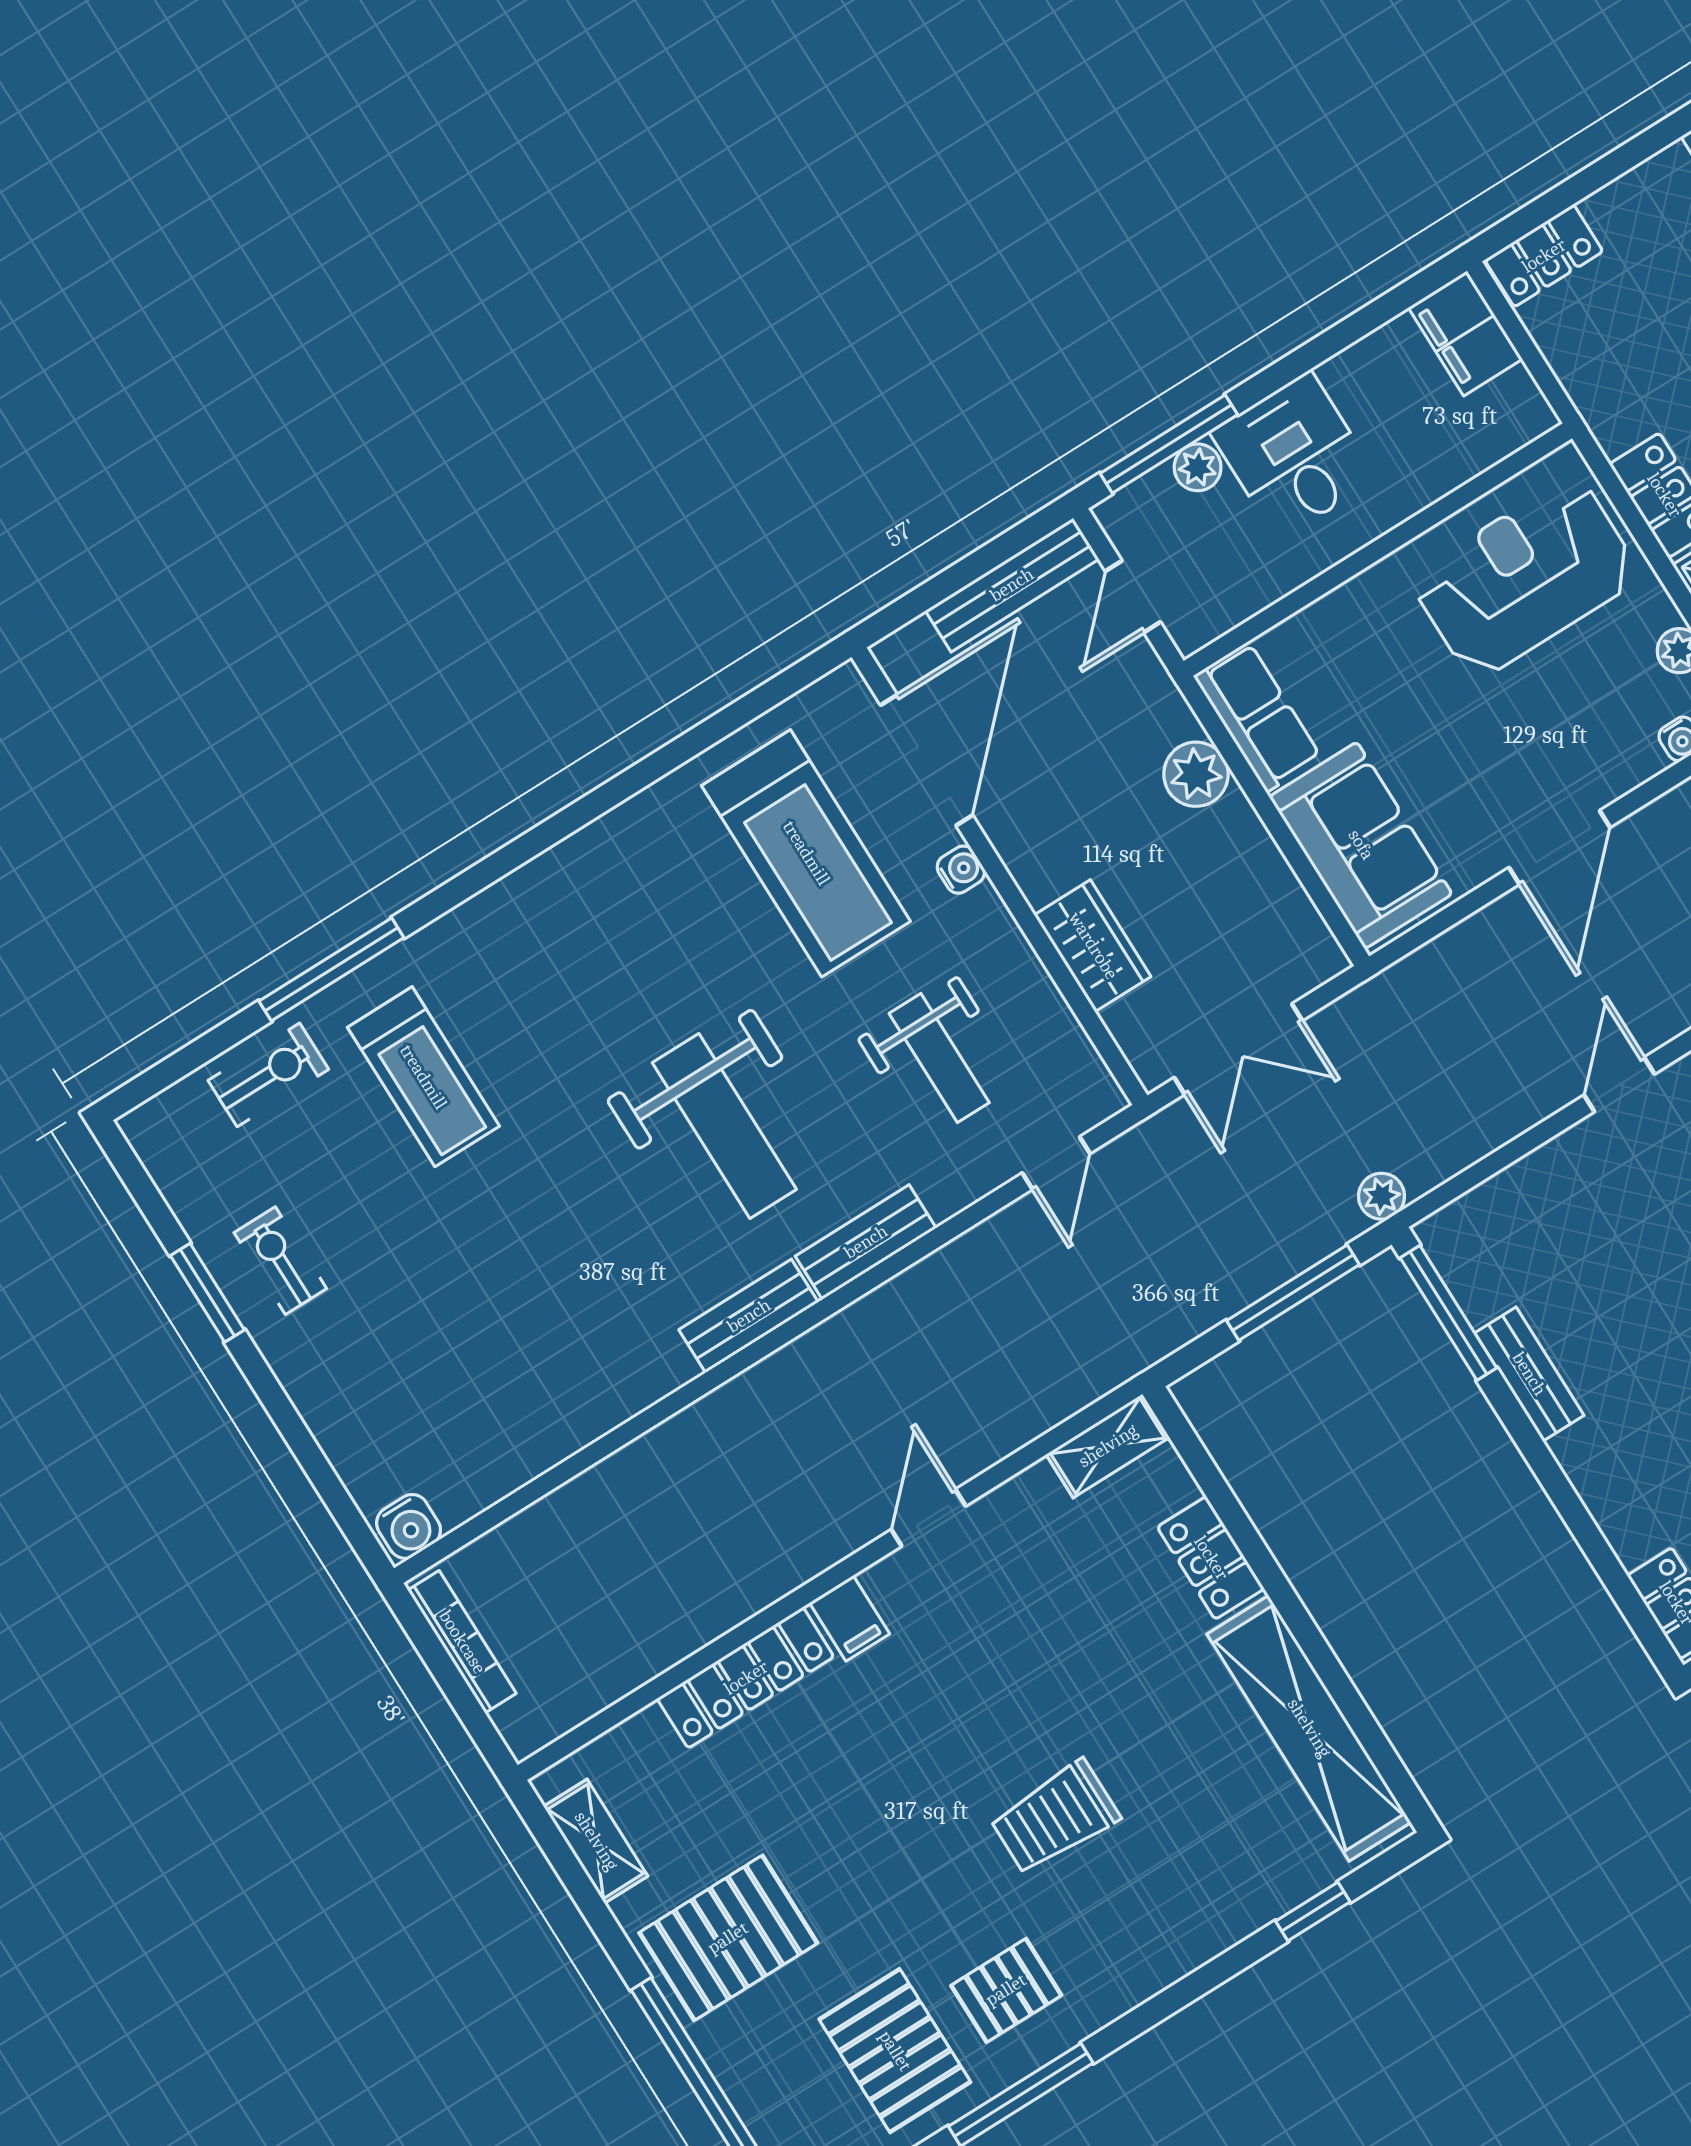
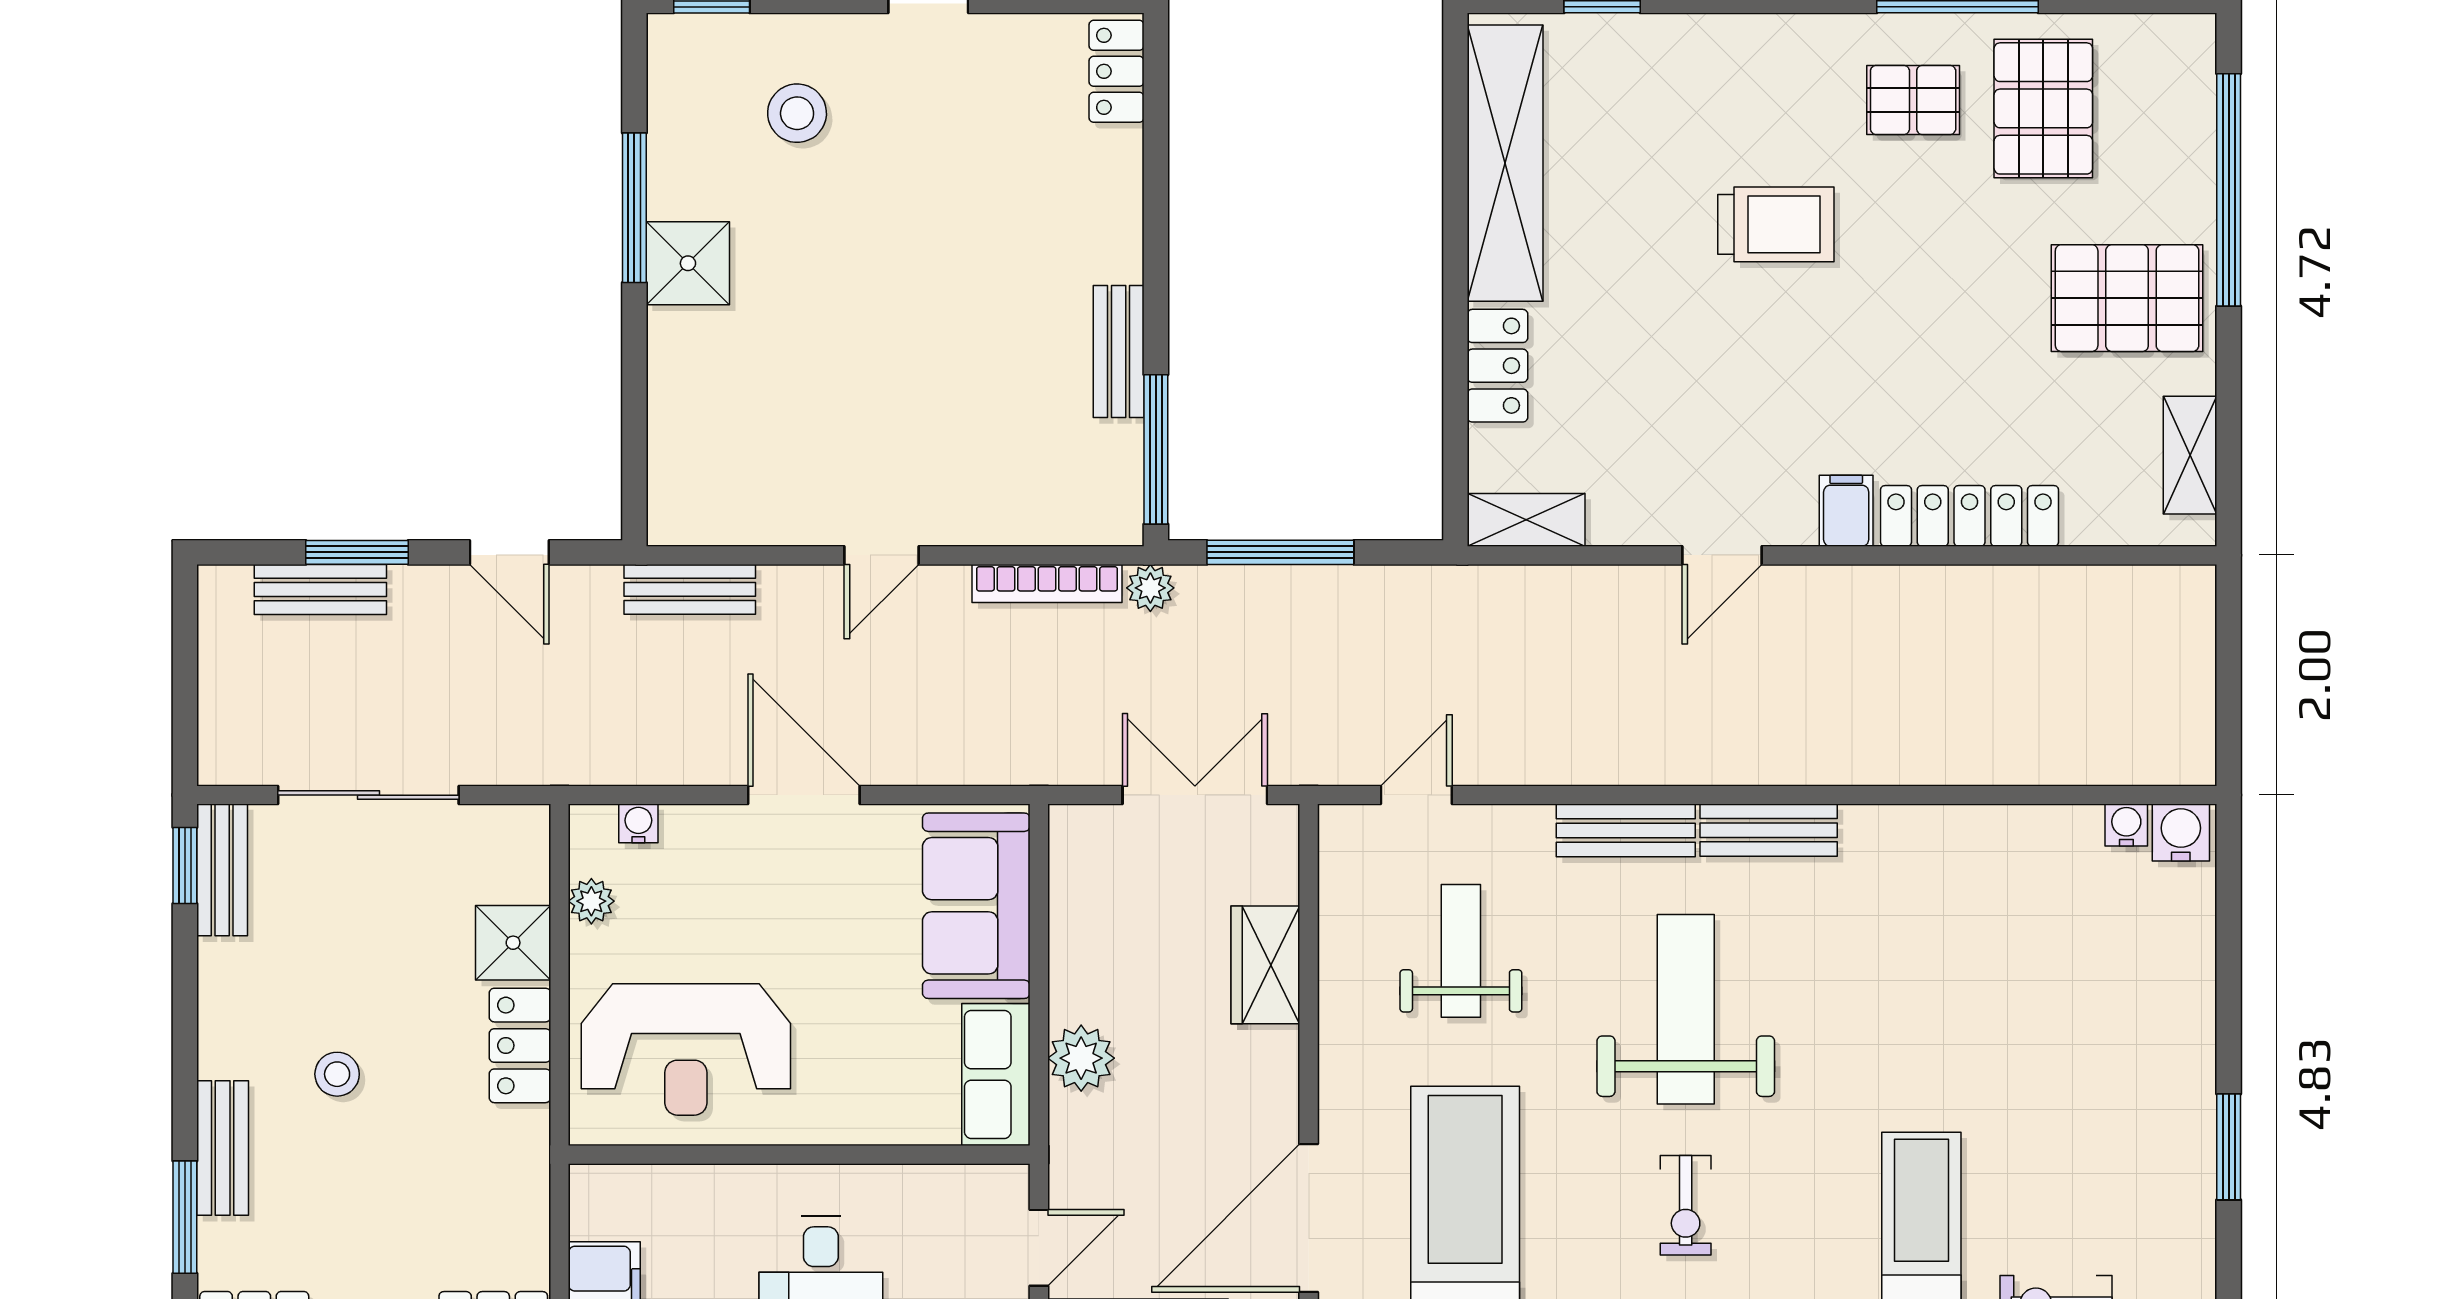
door: (1559, 847) -> (804, 795), hinge flipped
water cooler: (961, 870) -> (2126, 825), moved, turned 90
exercise bike: (280, 1261) -> (1686, 1205), moved
bookcase: (462, 1642) -> (1047, 583), moved, turned -90

